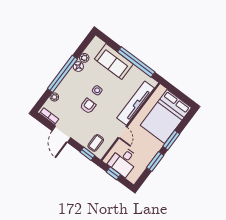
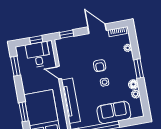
window: (62, 74) -> (139, 69), width x0.47
window: (171, 140) -> (24, 112), moved
coffee table: (96, 143) -> (69, 47), removed
window: (155, 161) -> (15, 66), moved

